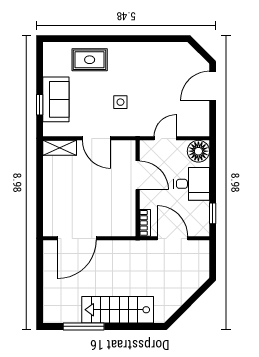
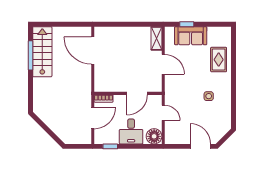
side table: (120, 102) -> (209, 96), moved
door: (96, 138) -> (163, 64), swing flipped
stairs: (118, 310) -> (42, 52), moved

